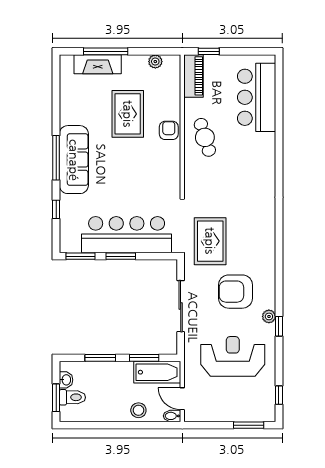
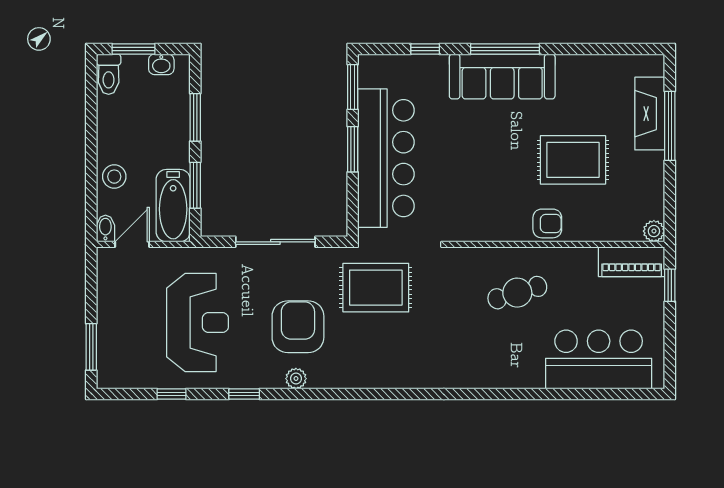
plant: (155, 62) -> (654, 231), moved
cafe table: (205, 137) -> (517, 293), moved
plant: (269, 316) -> (296, 379), moved
window: (279, 395) -> (171, 394), moved
toilet: (72, 397) -> (109, 74), moved

